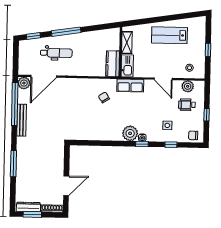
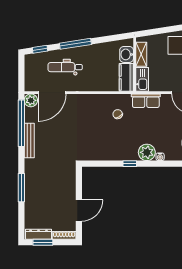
washbasin: (113, 42) -> (127, 54), added
dental chair: (56, 53) -> (65, 67), turned 180
window: (142, 144) -> (130, 164), moved

